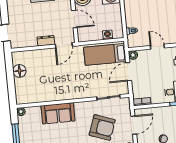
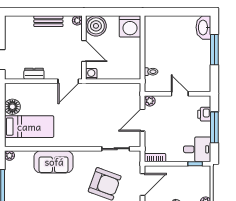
washing machine: (108, 35) -> (91, 74), moved
dresser: (46, 41) -> (34, 74), moved
bed: (105, 54) -> (29, 127), moved, turned 180

